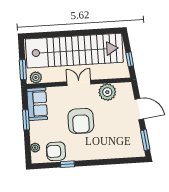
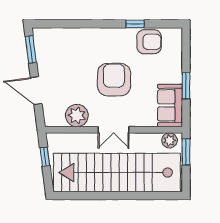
plant: (35, 148) -> (176, 48), removed

